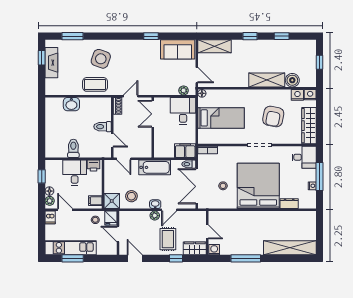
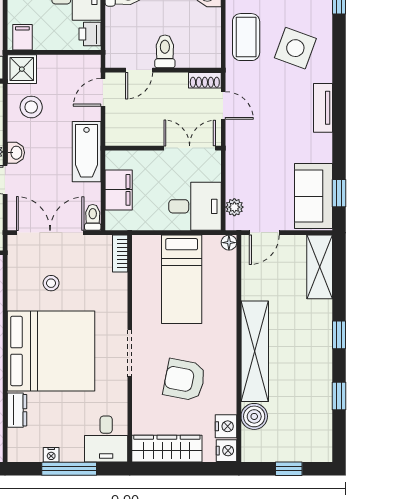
window: (151, 36) -> (339, 193), moved
tv unit: (132, 44) -> (323, 108), added
shelving: (267, 80) -> (255, 351), width x1.47
filing cabinet: (185, 151) -> (119, 190), moved

